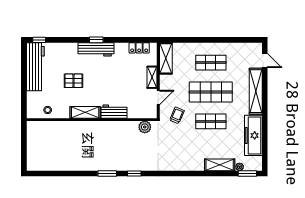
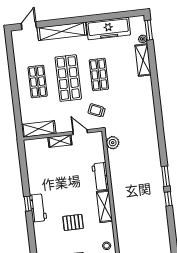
locker: (139, 48) -> (31, 158), removed
workbench: (96, 49) -> (38, 208), width x0.73
pallet: (73, 81) -> (73, 222), turned 90
window: (134, 174) -> (168, 199), moved

